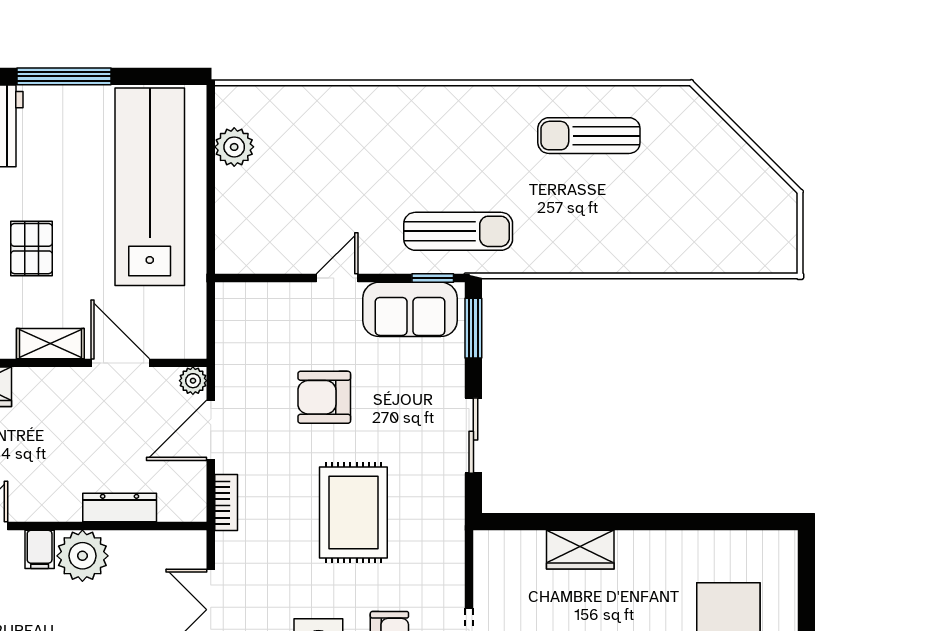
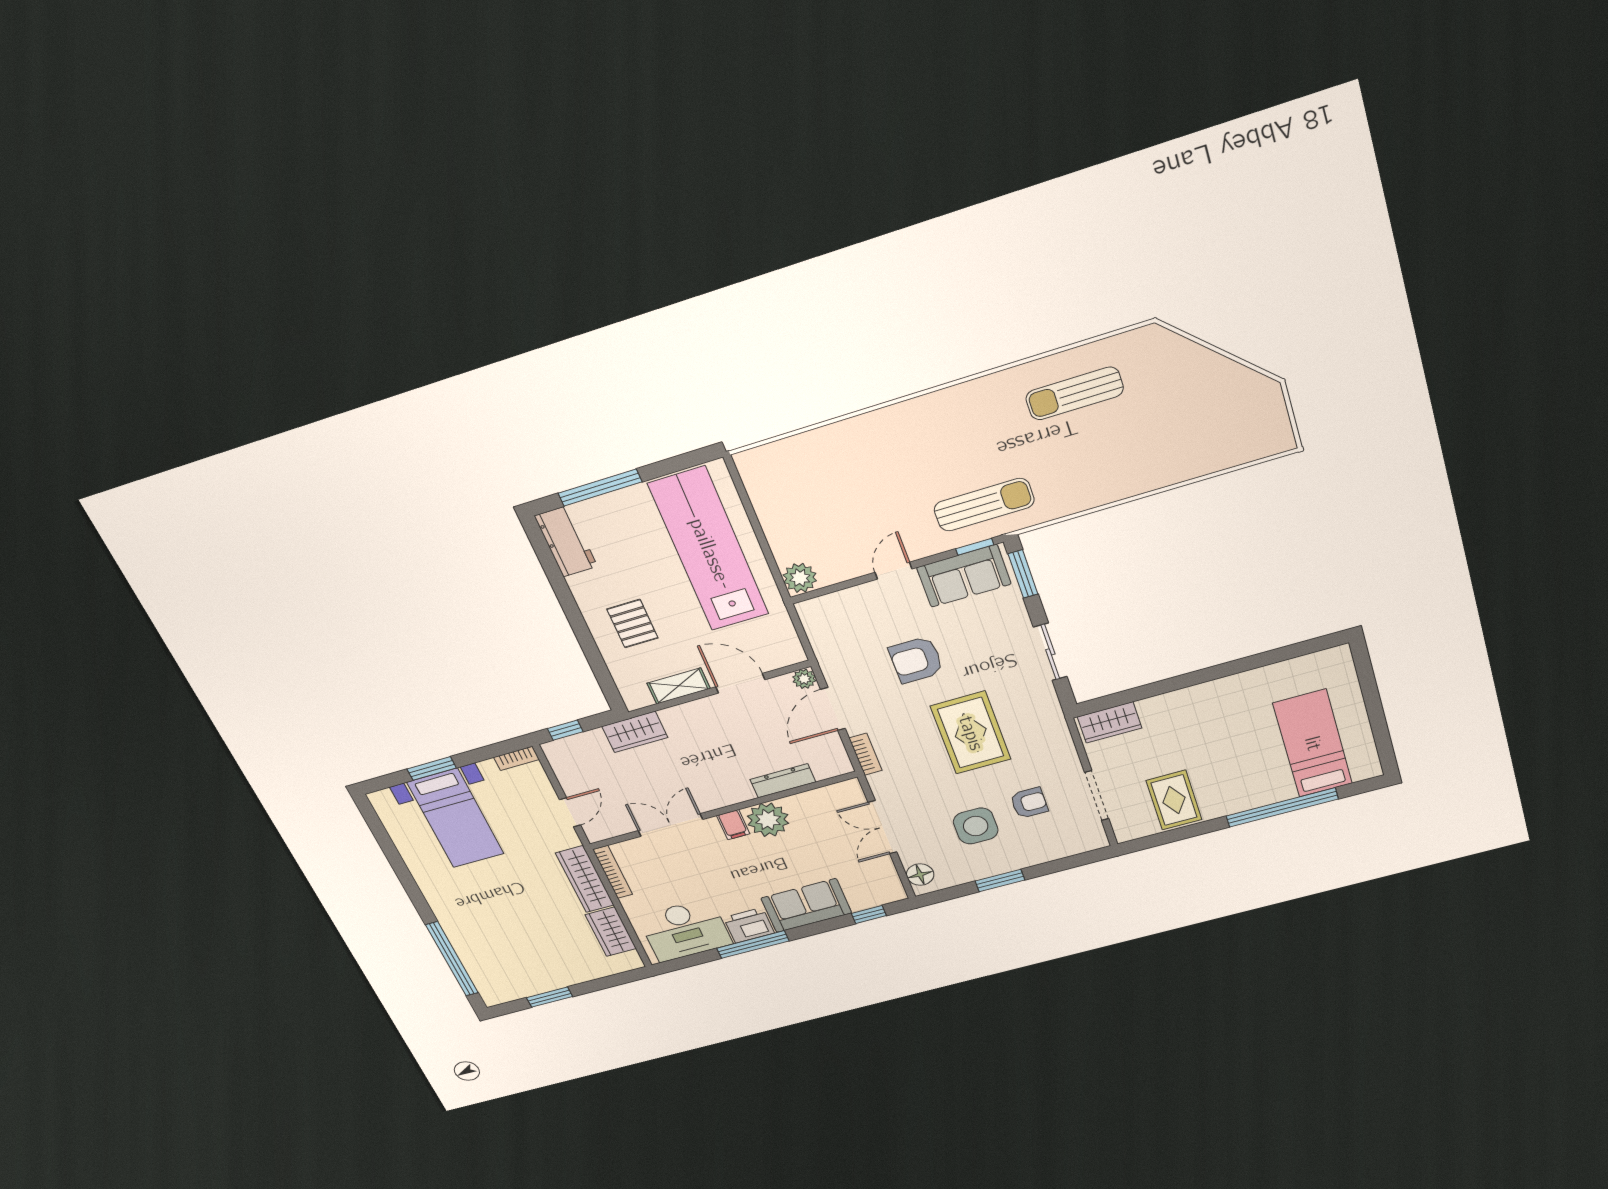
plant: (234, 147) -> (800, 578), moved
wardrobe: (580, 550) -> (1109, 722), moved

